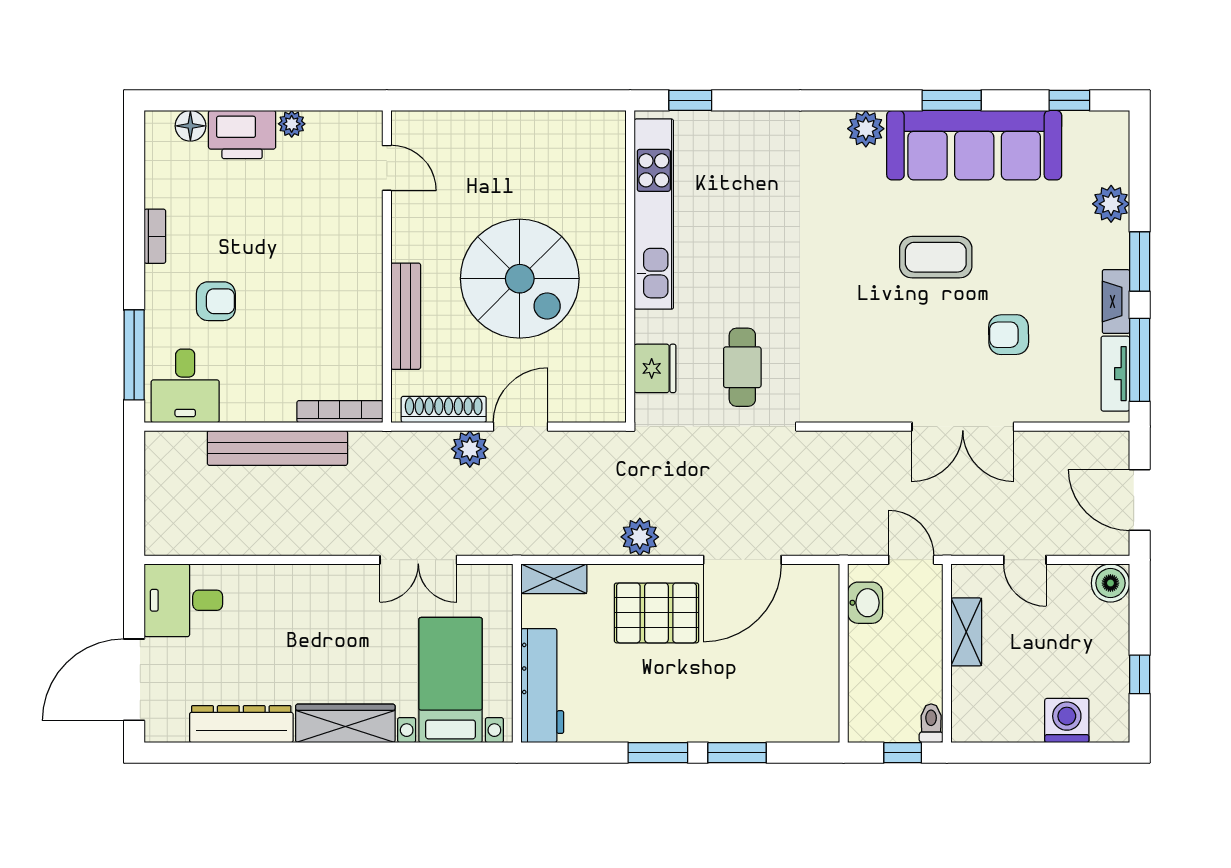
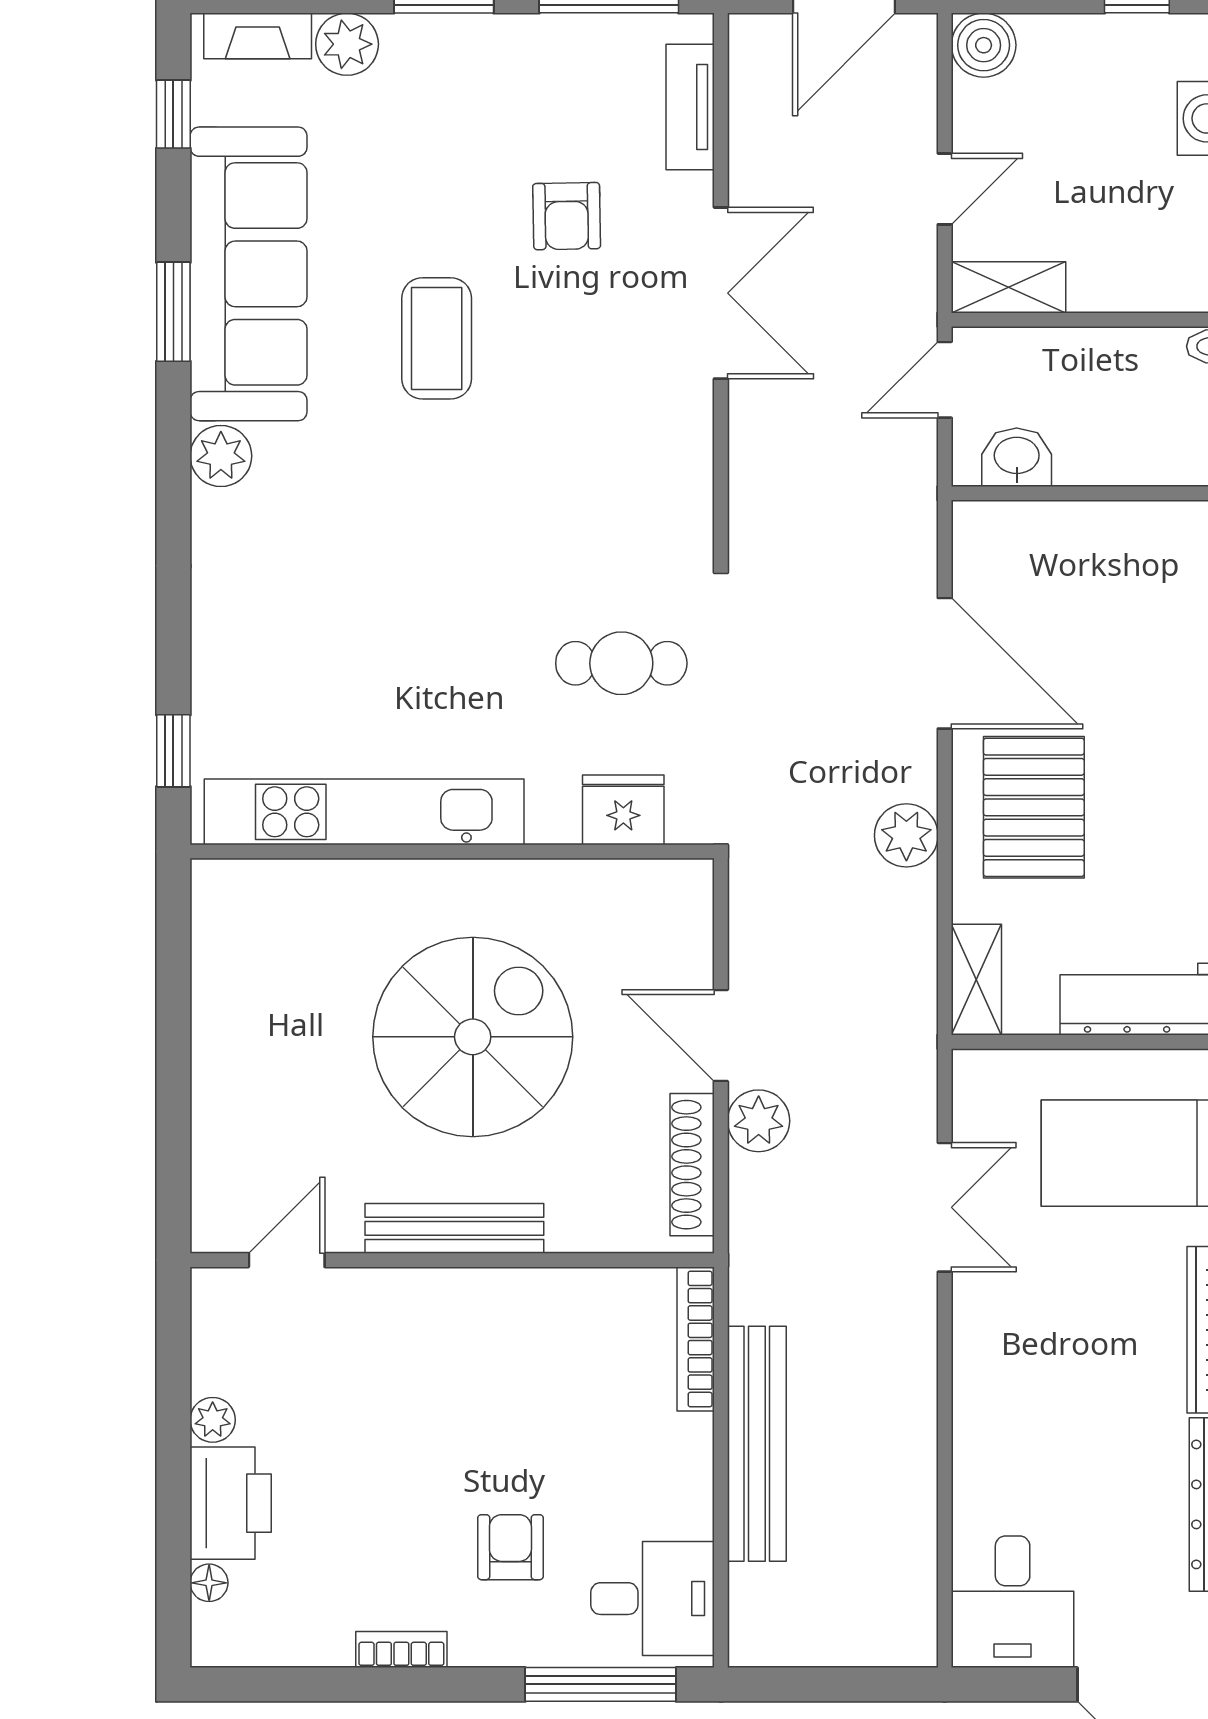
floor lamp: (190, 126) -> (209, 1583), width x0.73, depth x0.73
fireplace: (1116, 302) -> (258, 36), moved
bench: (406, 316) -> (454, 1228), moved
tv unit: (1115, 374) -> (690, 107), moved, turned 90
shelving: (966, 632) -> (1009, 287), moved

